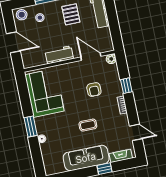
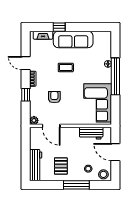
workbench: (59, 55) -> (91, 133), moved
window: (31, 127) -> (115, 76), width x2.11
door: (136, 132) -> (26, 63), moved

